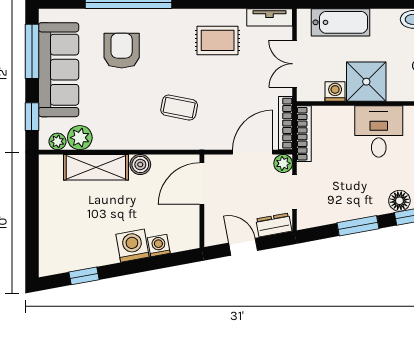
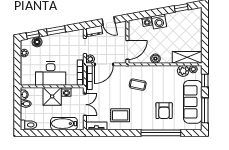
desk: (379, 132) -> (51, 74), width x1.37
shelving: (96, 167) -> (187, 57), moved

